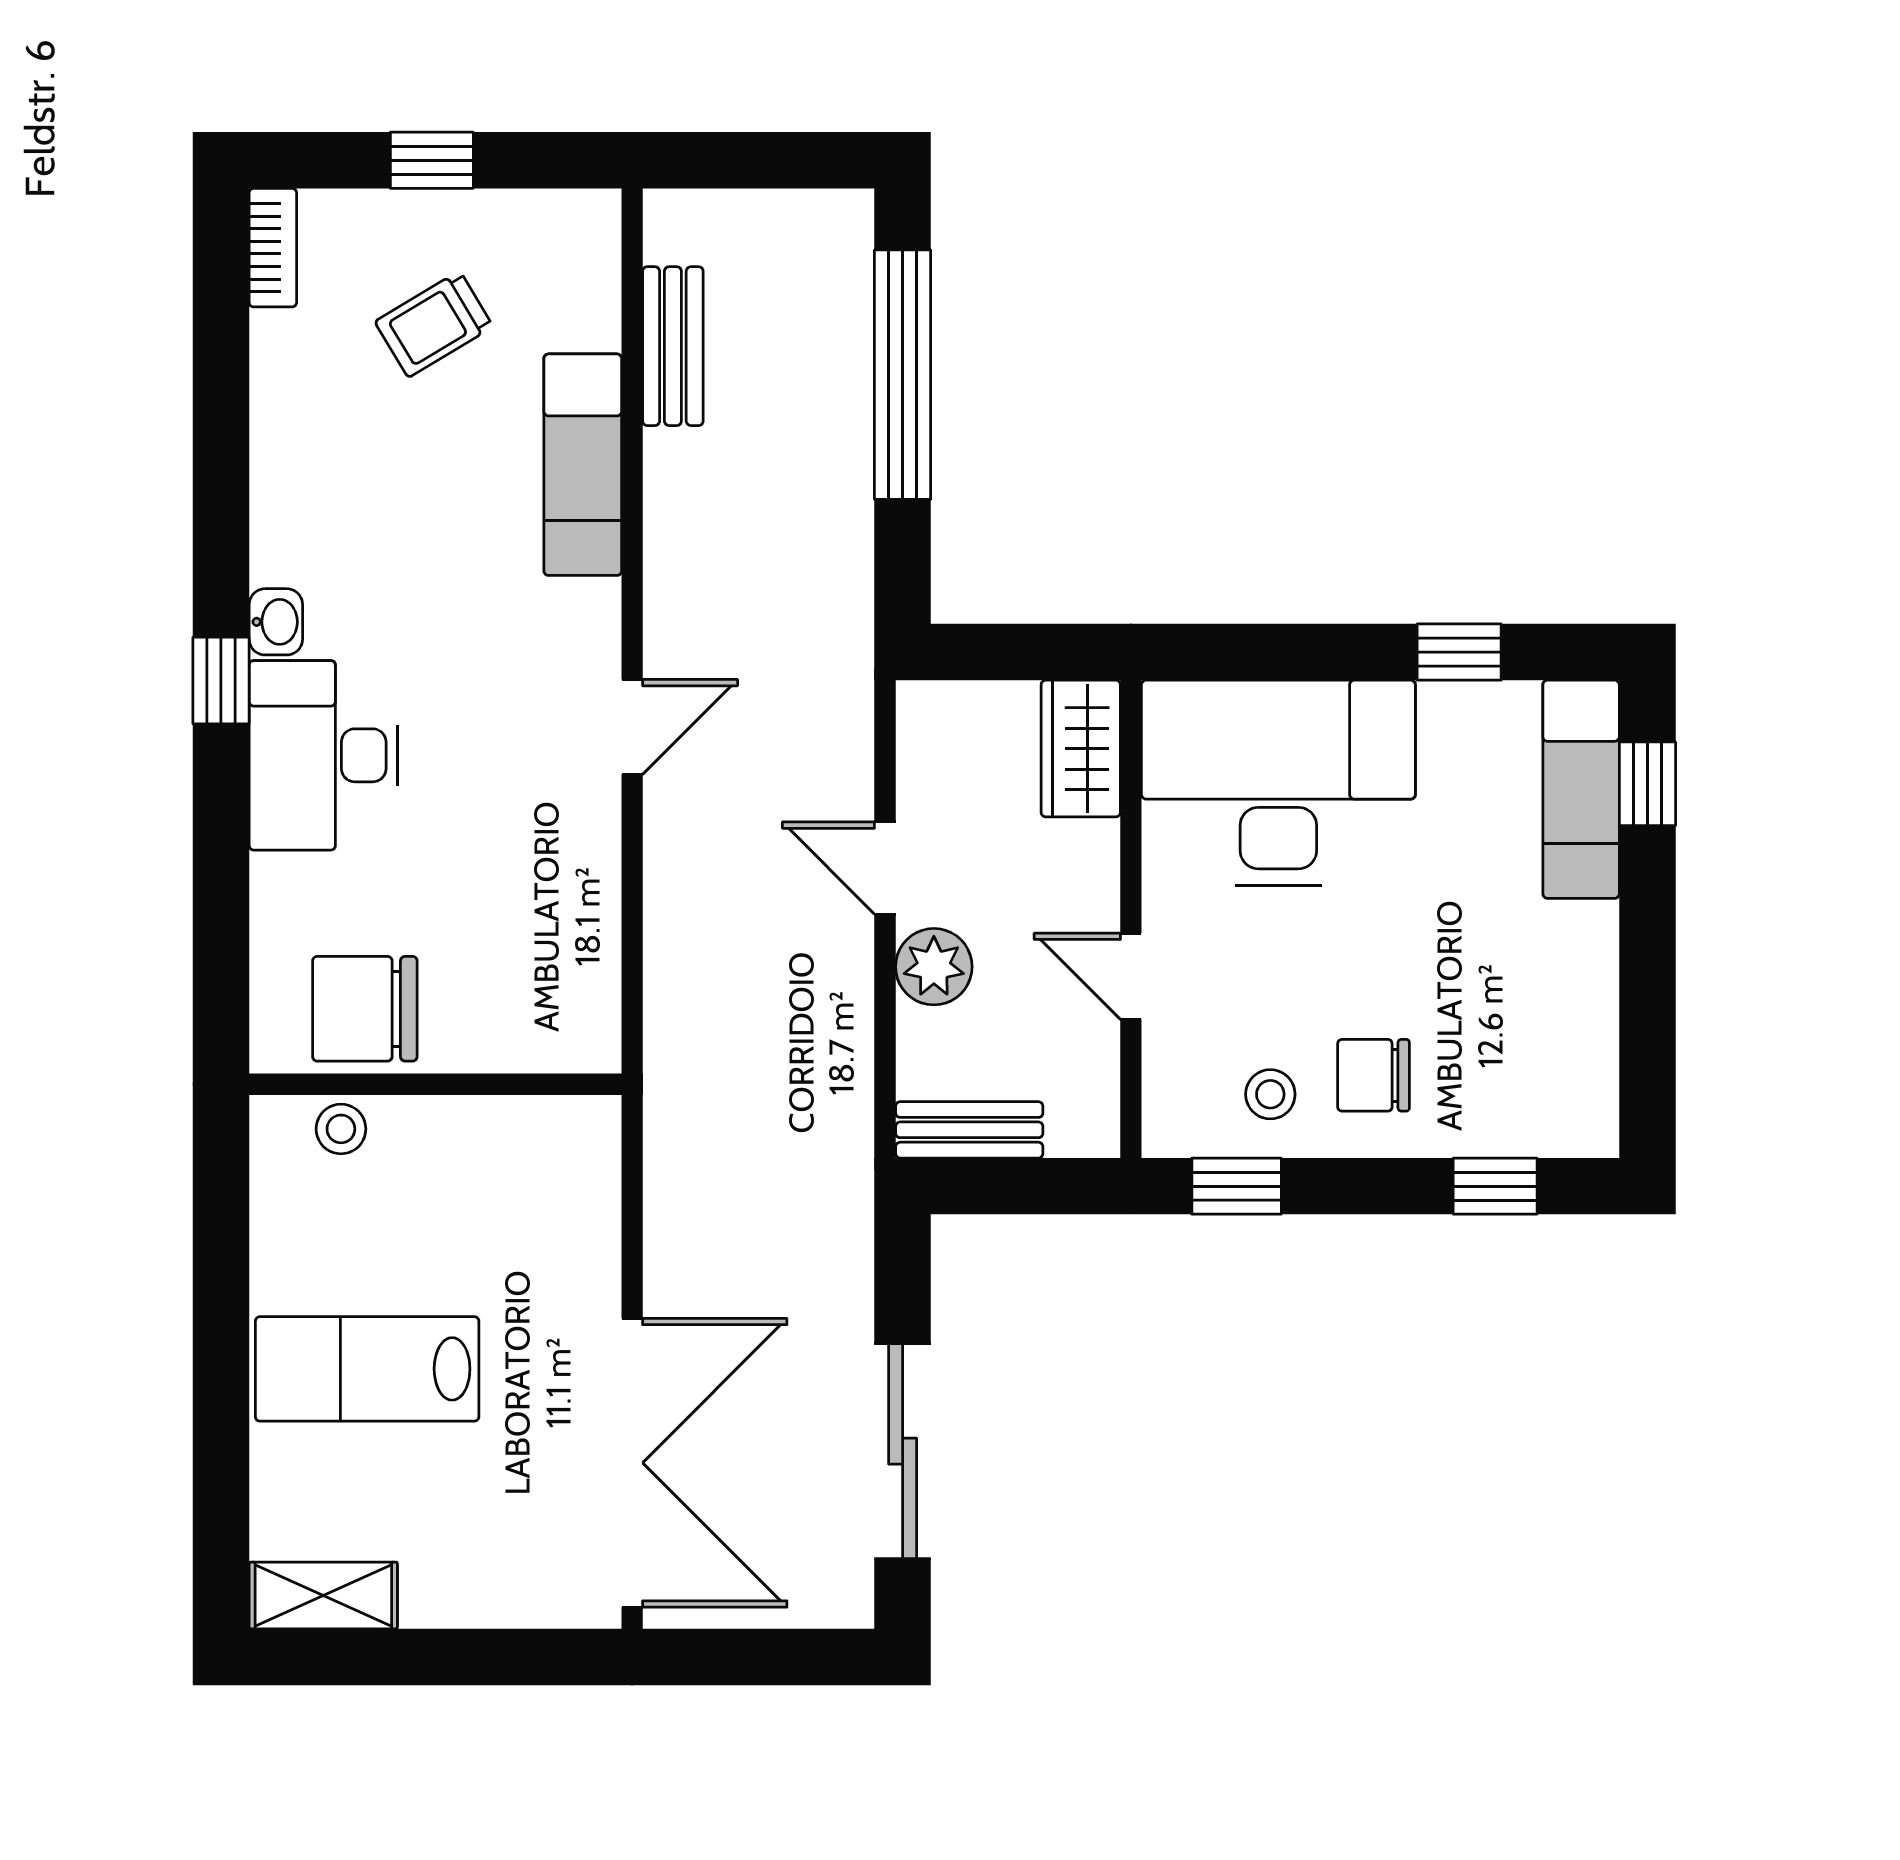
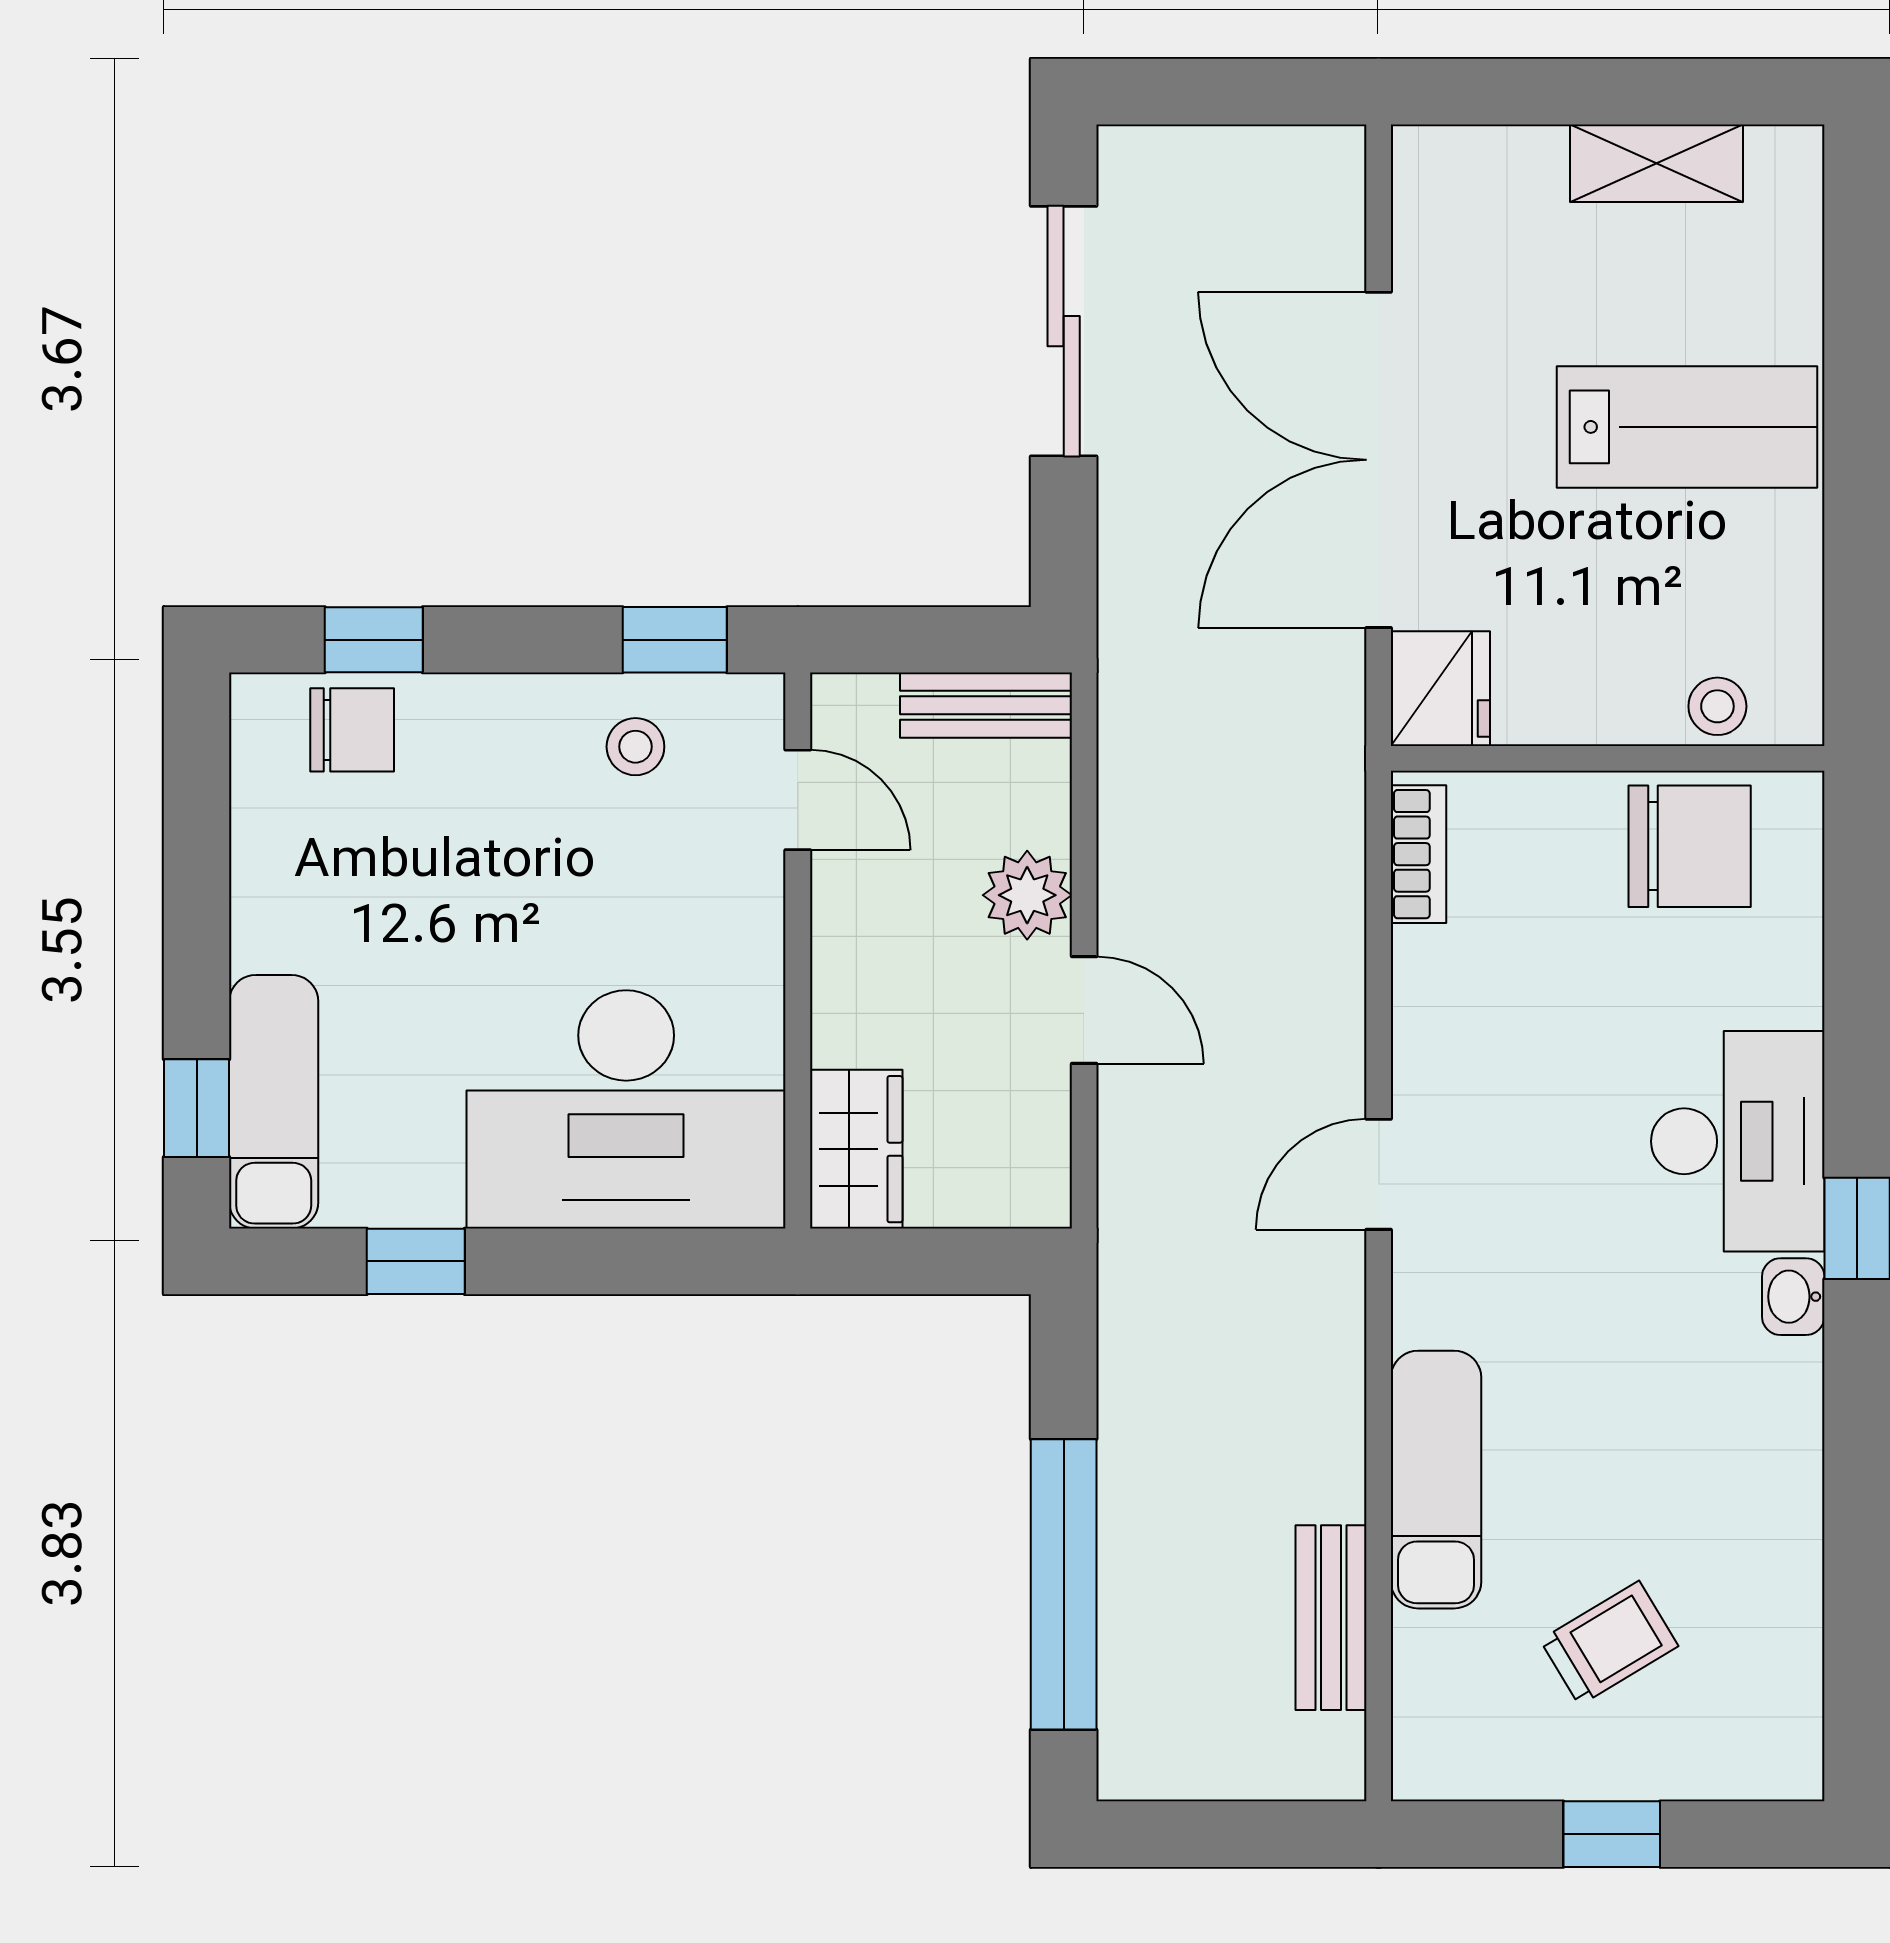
bookcase: (273, 248) -> (1418, 854), moved, turned 180
door: (1131, 976) -> (798, 800), moved
chair: (1374, 1075) -> (352, 730), moved
fridge: (579, 1144) -> (1440, 689), added
double door: (632, 1463) -> (1379, 460), moved
shelving: (323, 1595) -> (1657, 163), moved

